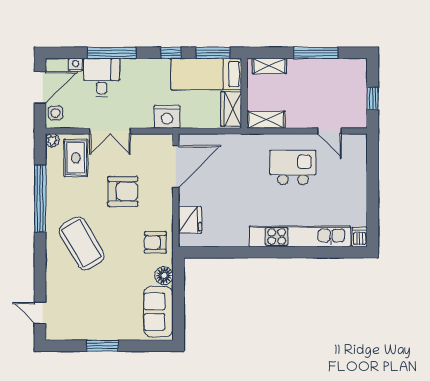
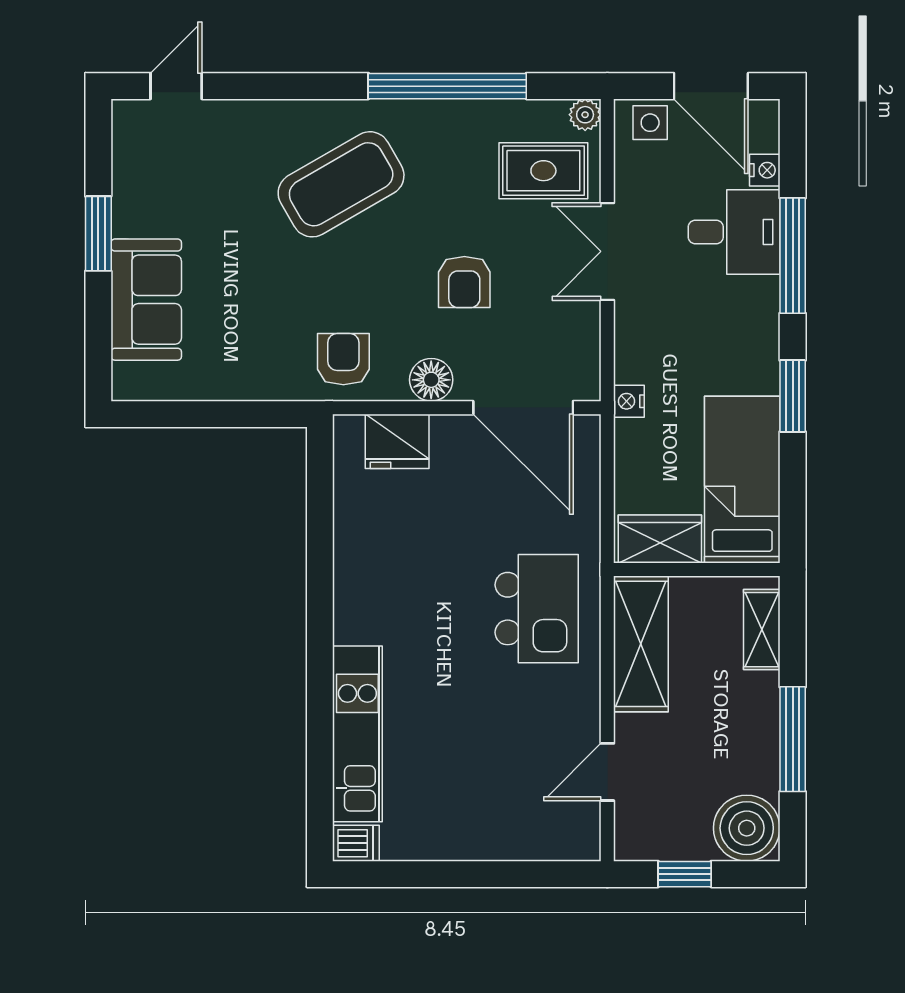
window: (171, 53) -> (793, 396), width x1.50
window: (213, 53) -> (793, 496), removed
boiler: (353, 72) -> (747, 828), added
nightstand: (167, 117) -> (629, 401), width x0.53, depth x0.56
shelving: (266, 120) -> (641, 644), width x1.50, depth x1.33
kitchen island: (293, 167) -> (537, 609), moved
armchair: (123, 191) -> (464, 282), width x0.72, depth x0.72
kitchen unit: (300, 236) -> (357, 734), width x0.73
floor lamp: (164, 276) -> (431, 380), moved
sofa: (158, 312) -> (146, 300), moved, turned 90

